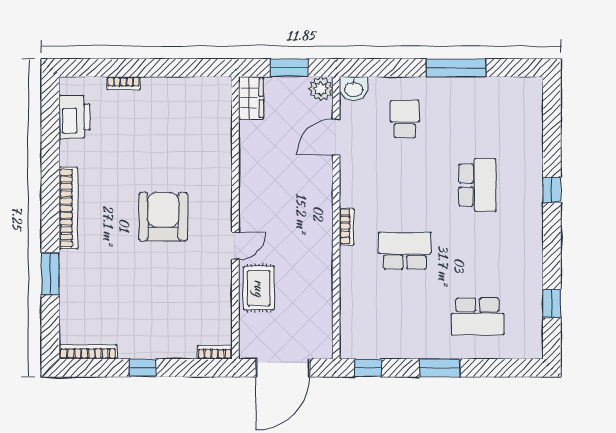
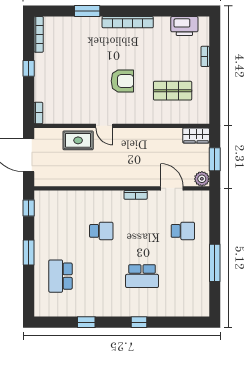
washbasin: (354, 89) -> (202, 199), removed
shop shelf: (179, 136) -> (173, 91), added
armchair: (163, 217) -> (122, 81), width x0.73, depth x0.73
bookcase: (347, 226) -> (136, 195), moved
school desk: (405, 251) -> (101, 231), width x0.54
window: (552, 303) -> (86, 322), moved

